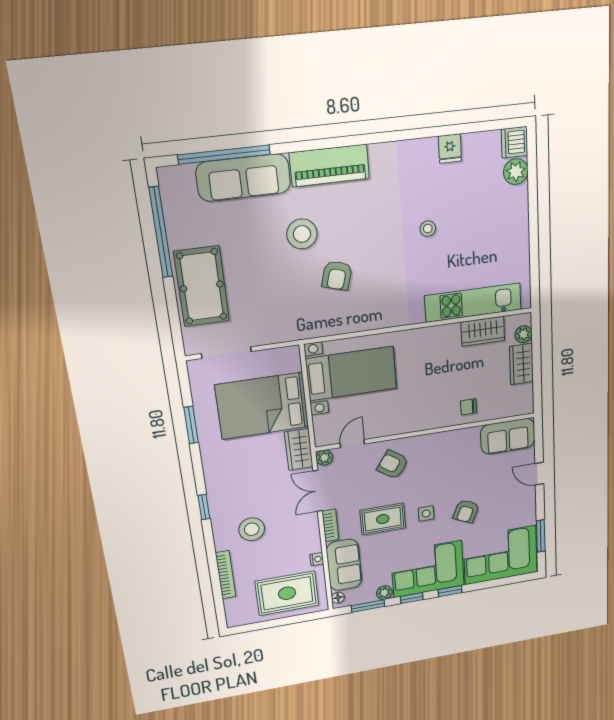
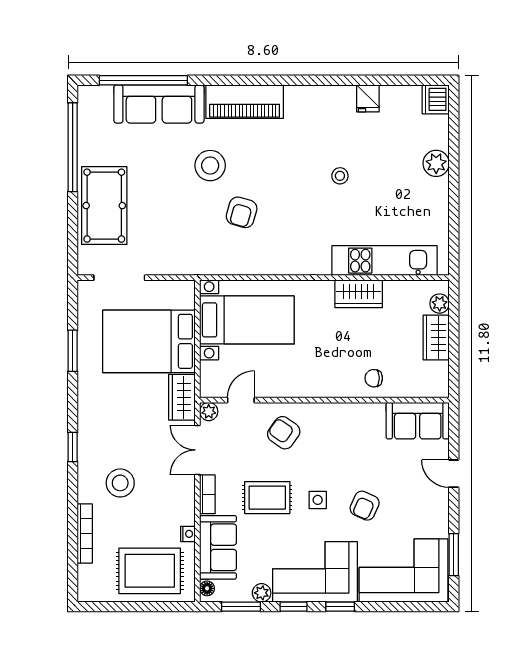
plant: (516, 172) -> (436, 163), moved
wardrobe: (483, 331) -> (359, 294), moved

